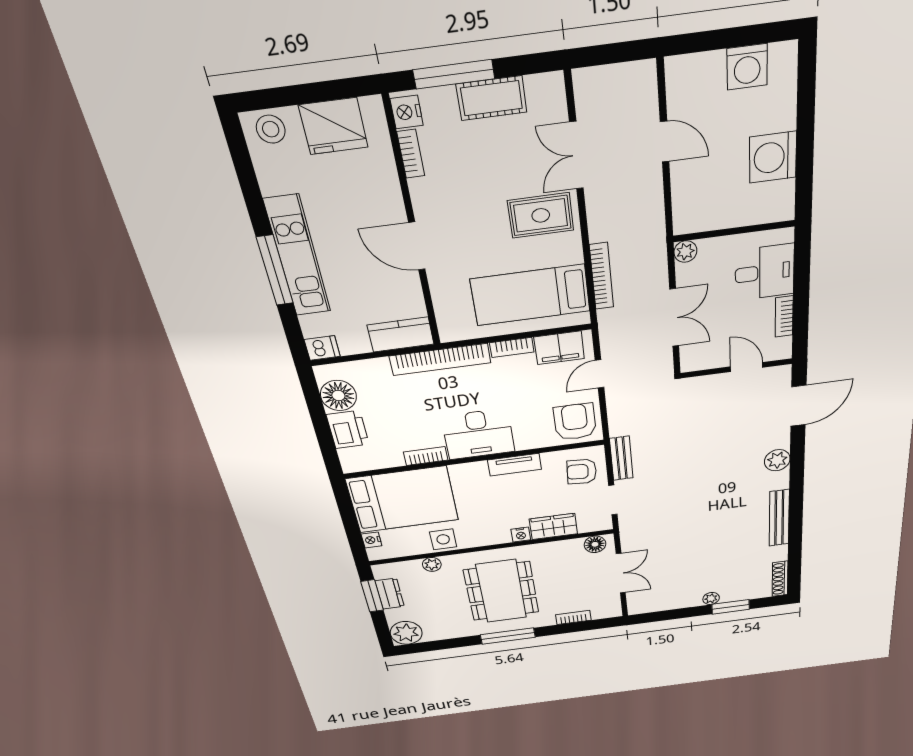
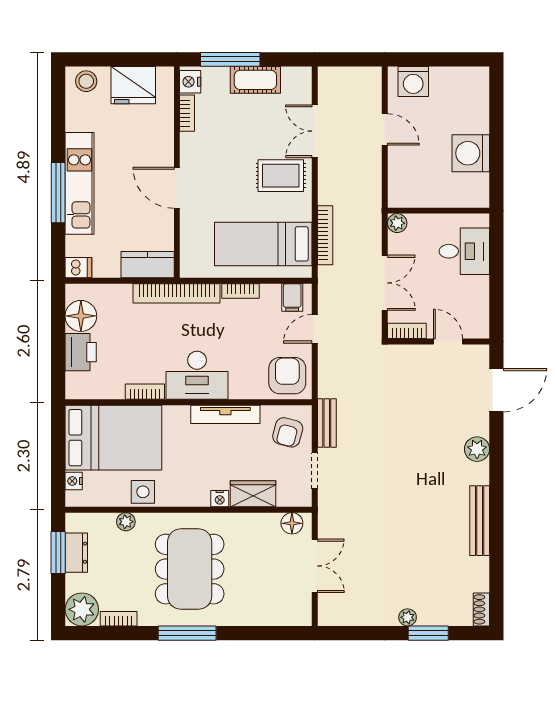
washing machine: (747, 67) -> (413, 81), moved
bookcase: (784, 317) -> (407, 331), moved, turned 90
filing cabinet: (559, 348) -> (292, 297), width x0.50
tv unit: (515, 465) -> (225, 414), width x1.41
armchair: (582, 472) -> (288, 432), turned -79
shoe rack: (780, 579) -> (481, 609), width x0.70
bookcase: (573, 617) -> (119, 619), moved

